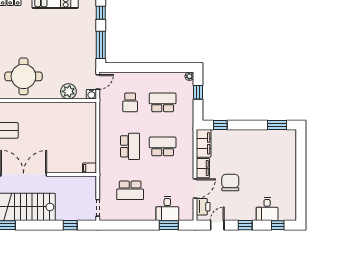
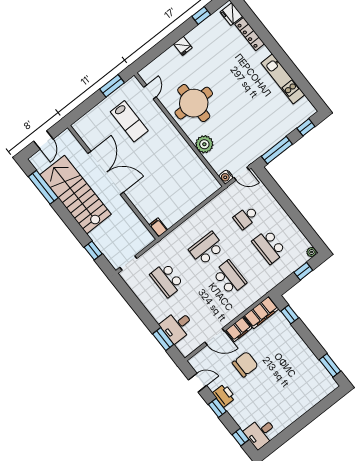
plant: (68, 91) -> (204, 144), moved
school desk: (163, 102) -> (269, 246), turned 180
school desk: (130, 146) -> (207, 249), turned 180
printer: (203, 207) -> (224, 395), moved, turned -90
desk: (267, 209) -> (261, 433), moved

